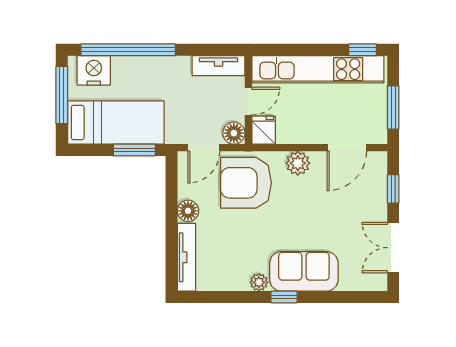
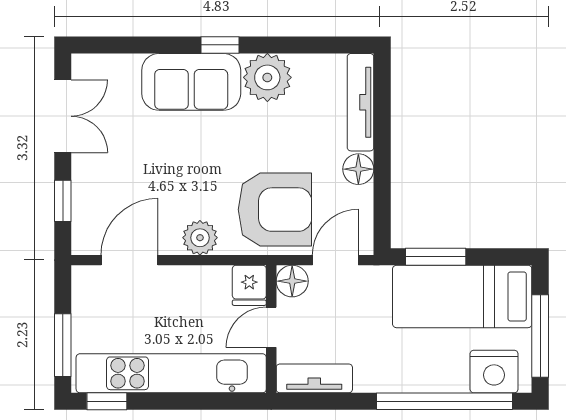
window: (393, 107) -> (63, 345), moved
plant: (259, 282) -> (267, 77), width x1.87, depth x1.87

